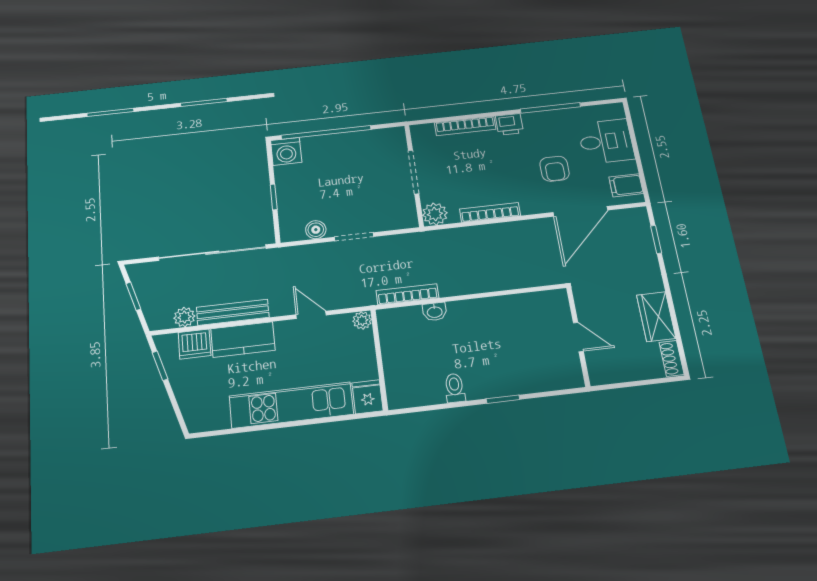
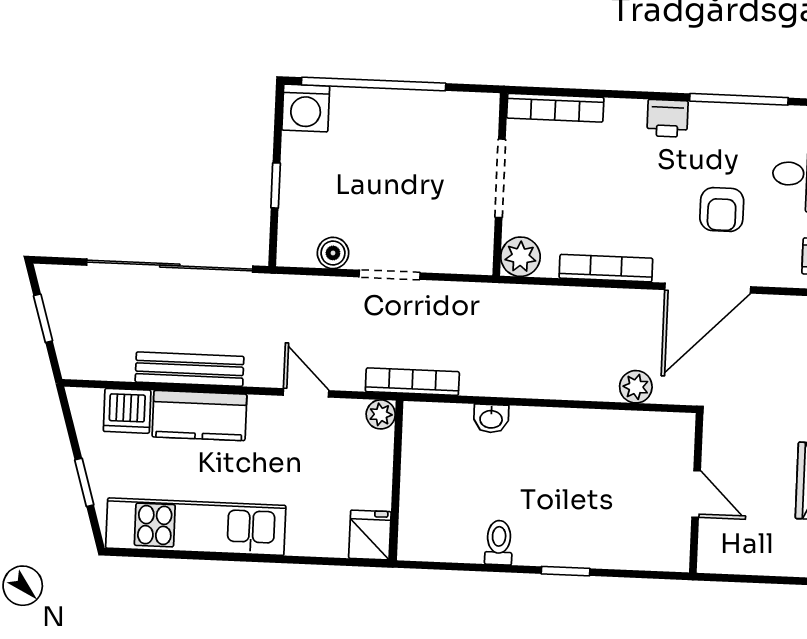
bookcase: (465, 126) -> (555, 108), moved
door: (580, 211) -> (708, 288), moved
bookcase: (407, 294) -> (412, 382), moved
plant: (184, 317) -> (636, 387), moved
window: (160, 366) -> (84, 482), moved
kitchen unit: (291, 405) -> (196, 527), moved

